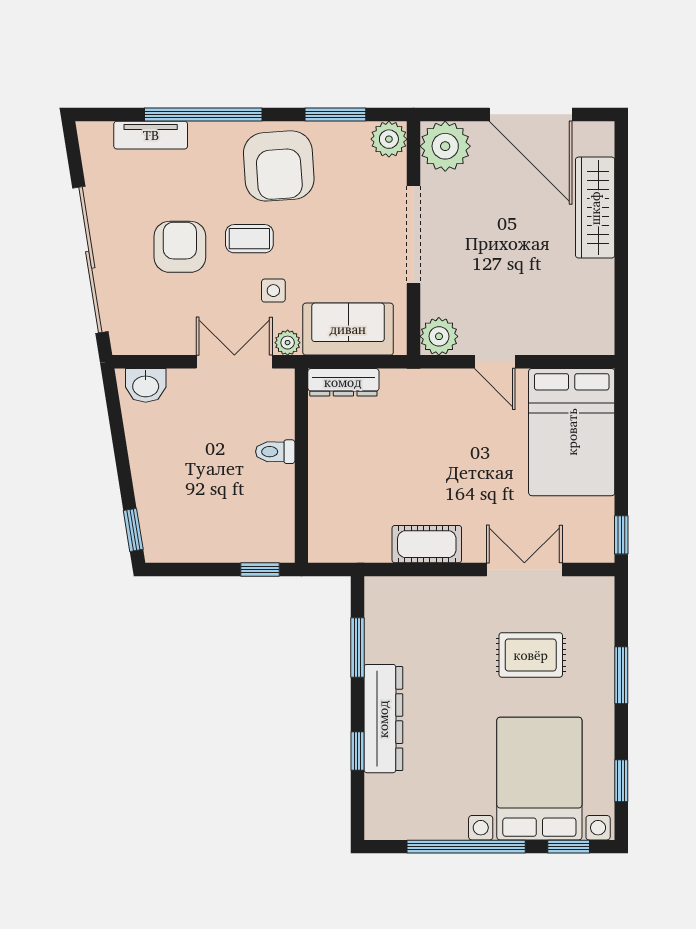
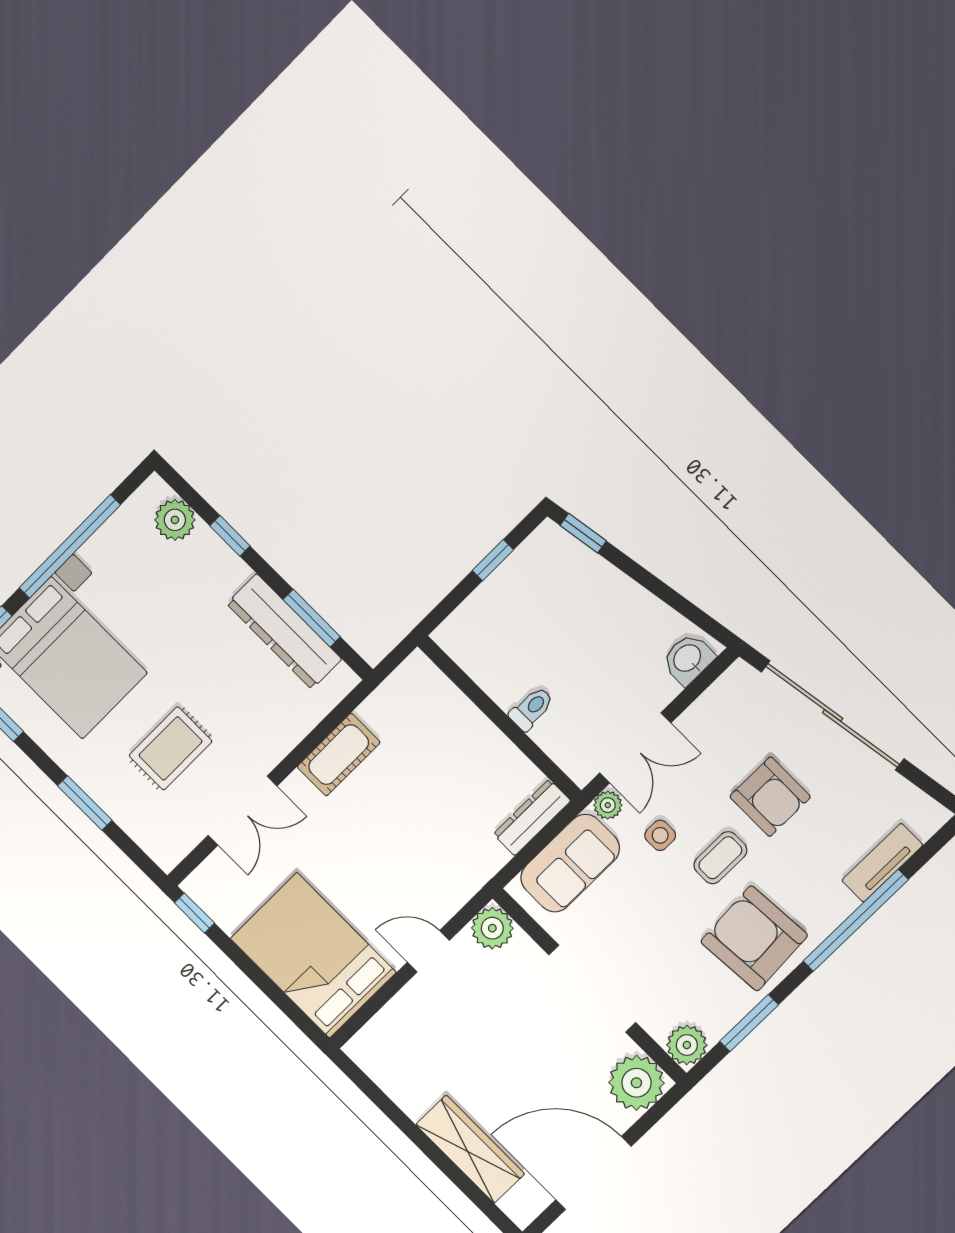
window: (260, 570) -> (493, 560), moved
dresser: (383, 719) -> (284, 631), moved
plant: (382, 796) -> (175, 520), added

